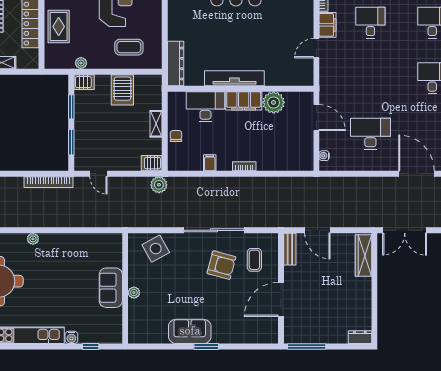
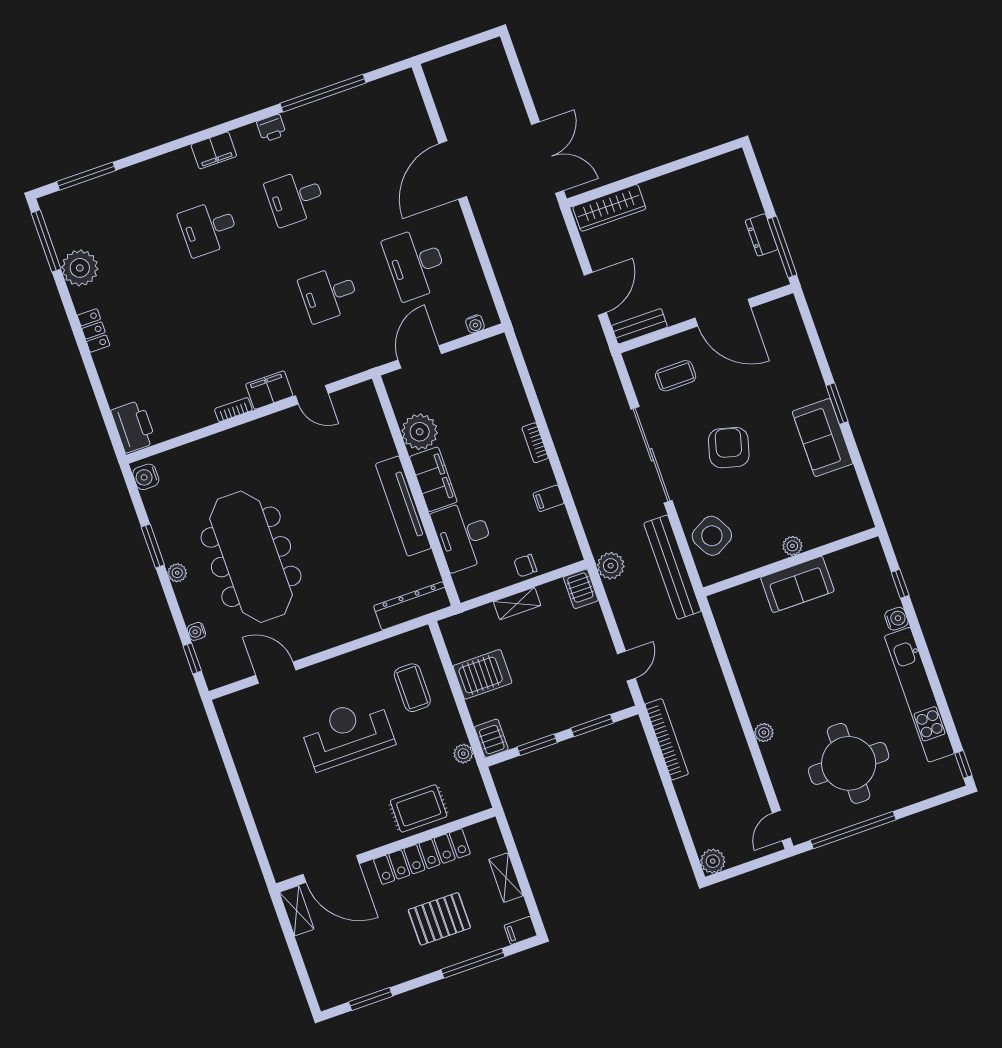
desk: (370, 23) -> (329, 294), moved
bench: (146, 220) -> (672, 567), added
armchair: (221, 265) -> (729, 448), moved
dresser: (360, 337) -> (761, 235), moved

